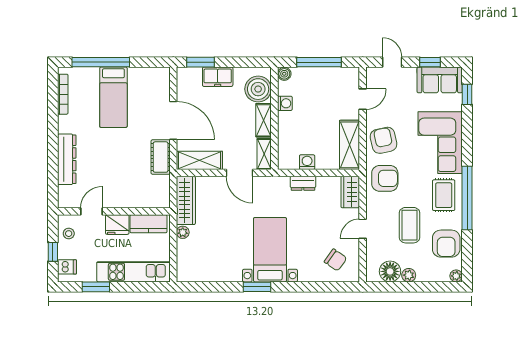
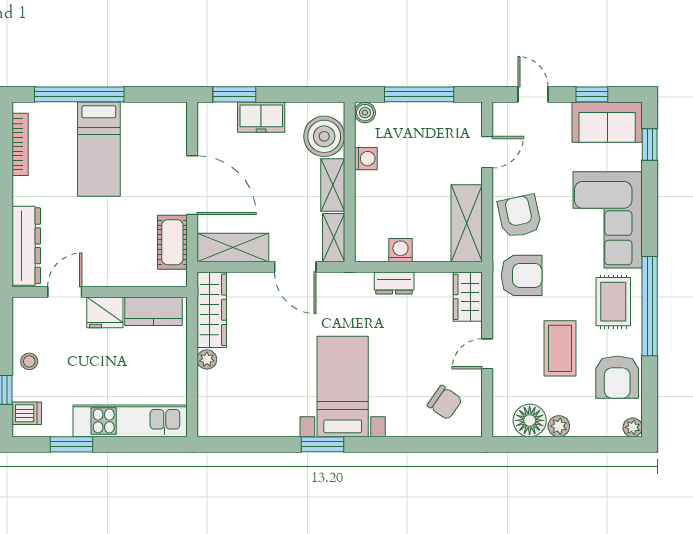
door: (92, 211) -> (65, 292), moved
wall: (114, 211) -> (100, 292), moved
kitchen counter: (149, 224) -> (154, 311), moved
fridge: (117, 225) -> (105, 312), moved

